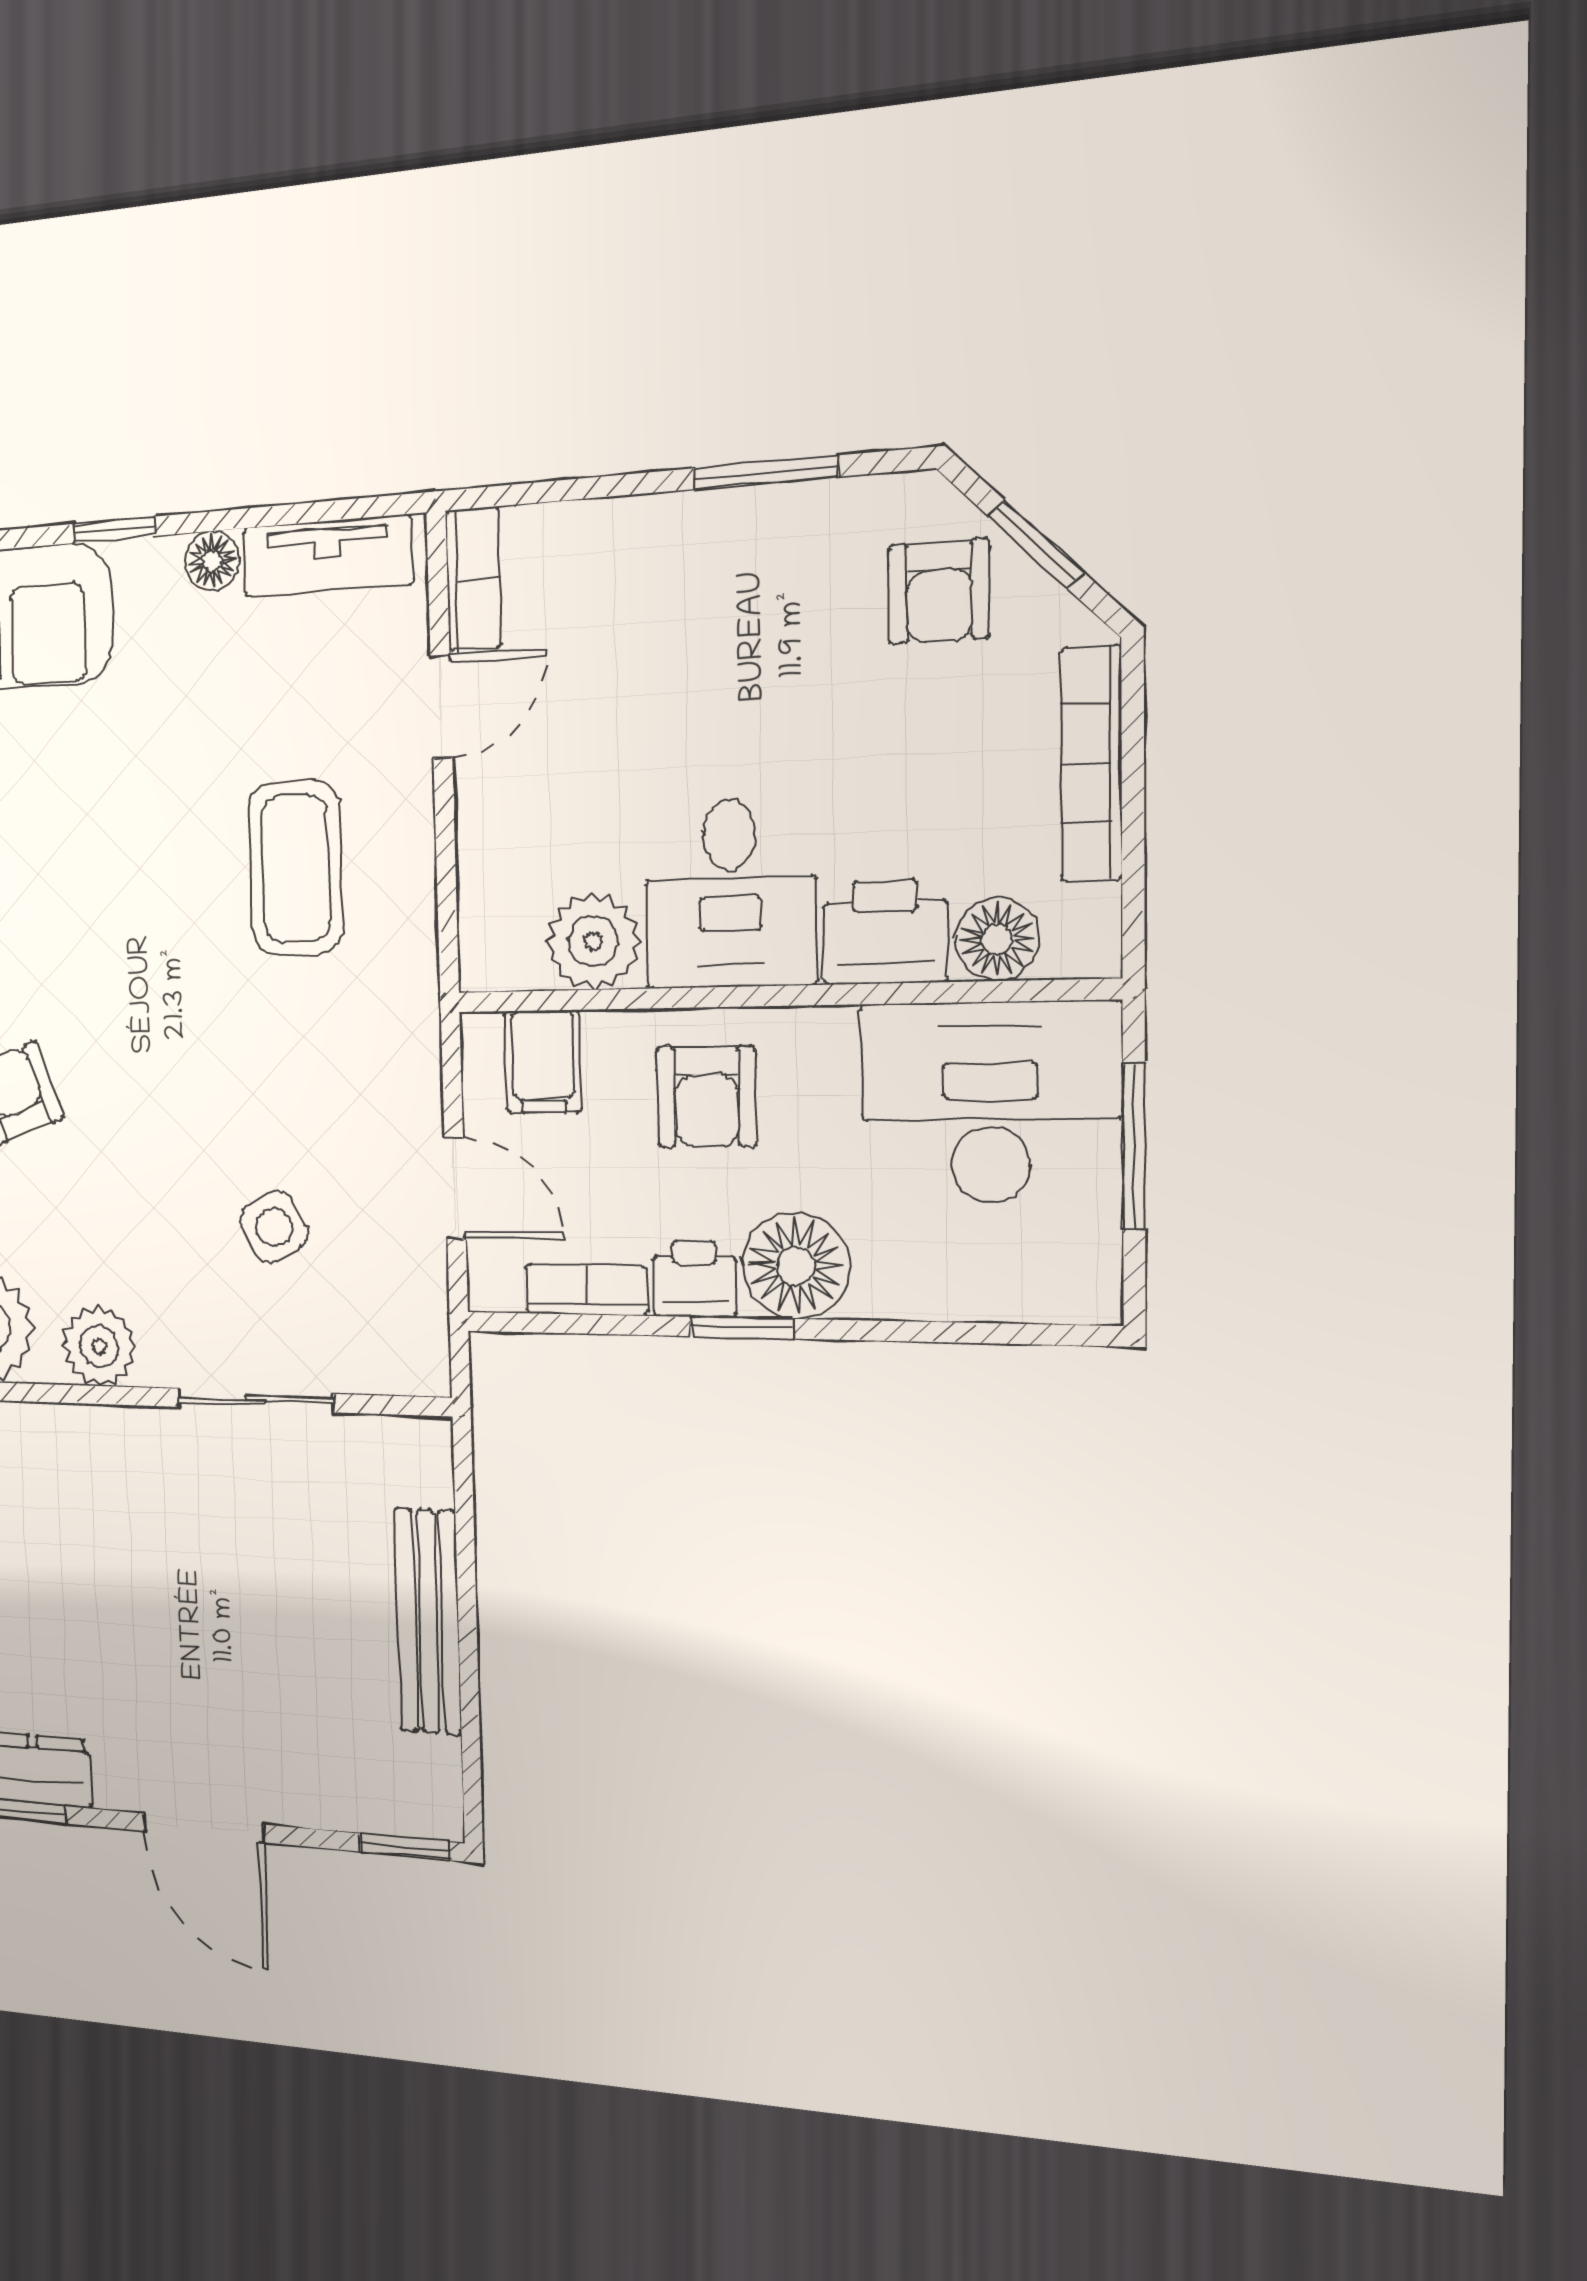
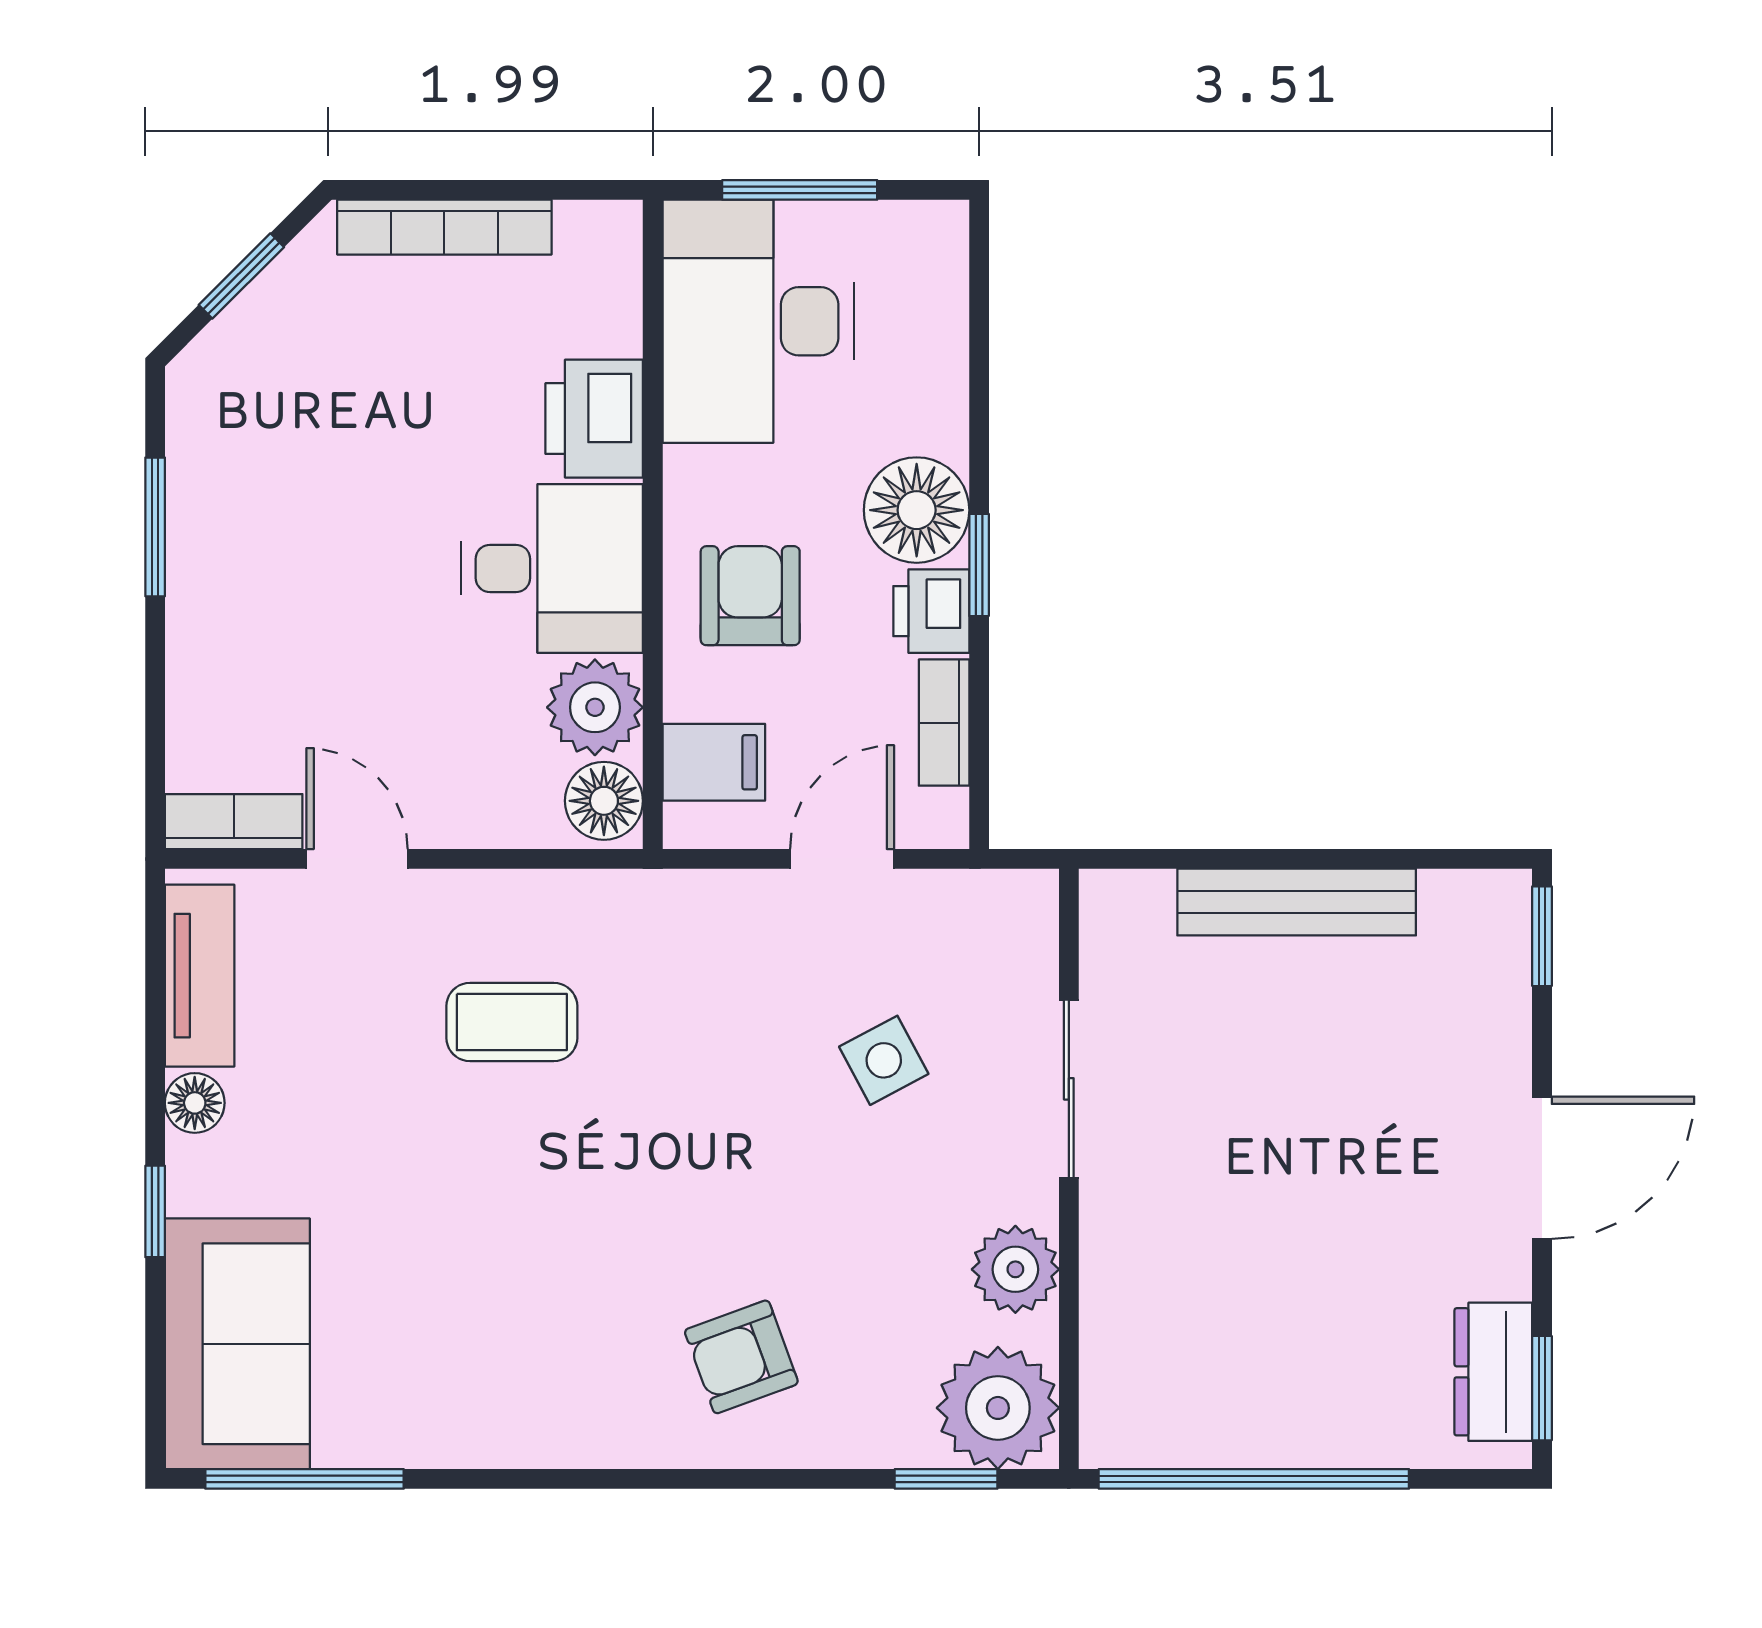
armchair: (939, 592) -> (278, 364), removed
coffee table: (296, 868) -> (512, 1022), width x0.73, depth x0.77
floor lamp: (997, 939) -> (604, 801), moved
armchair: (706, 1097) -> (750, 596), turned -90

